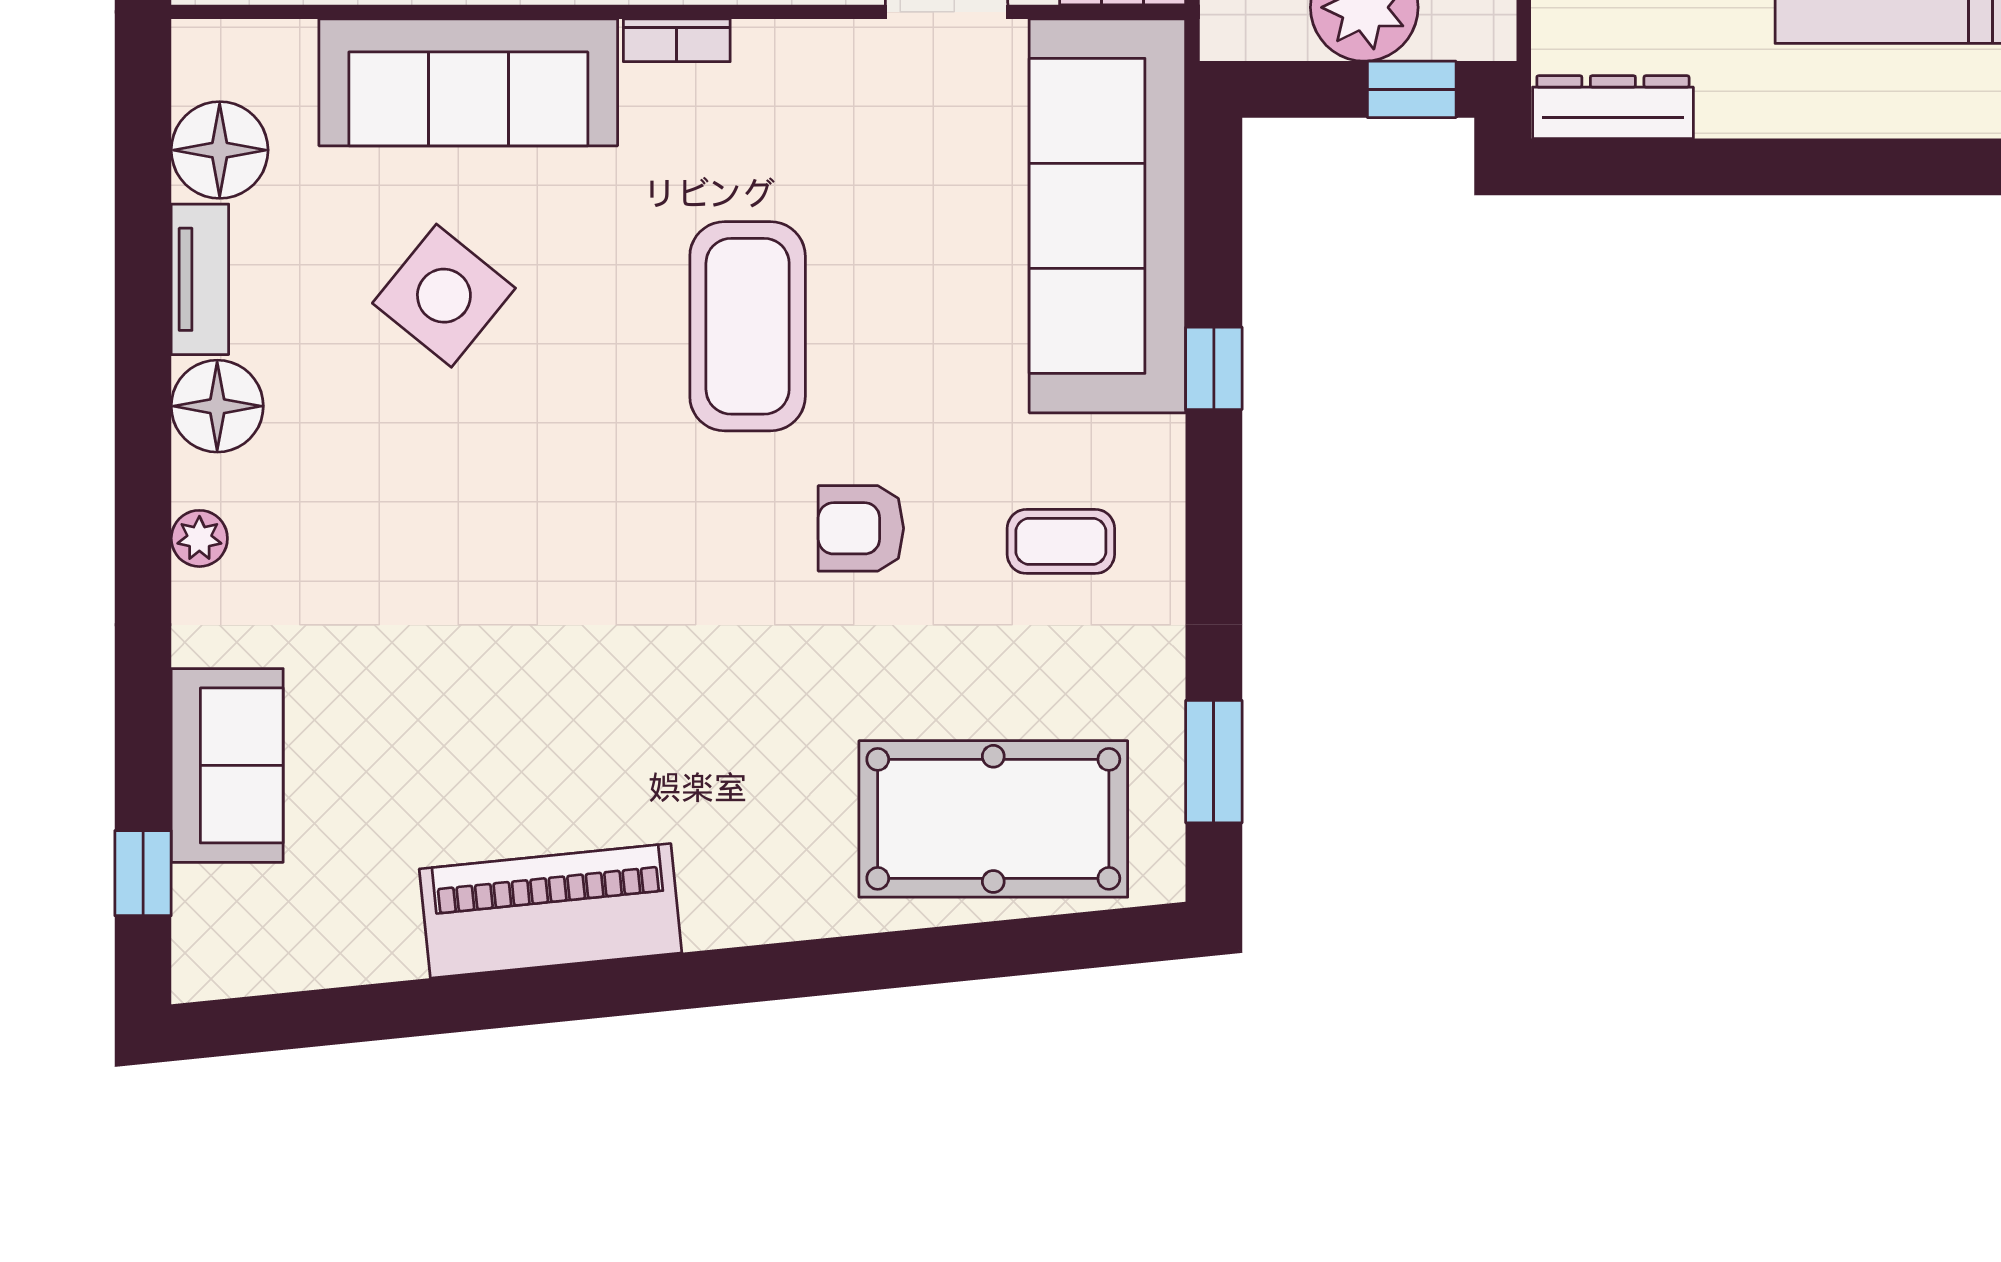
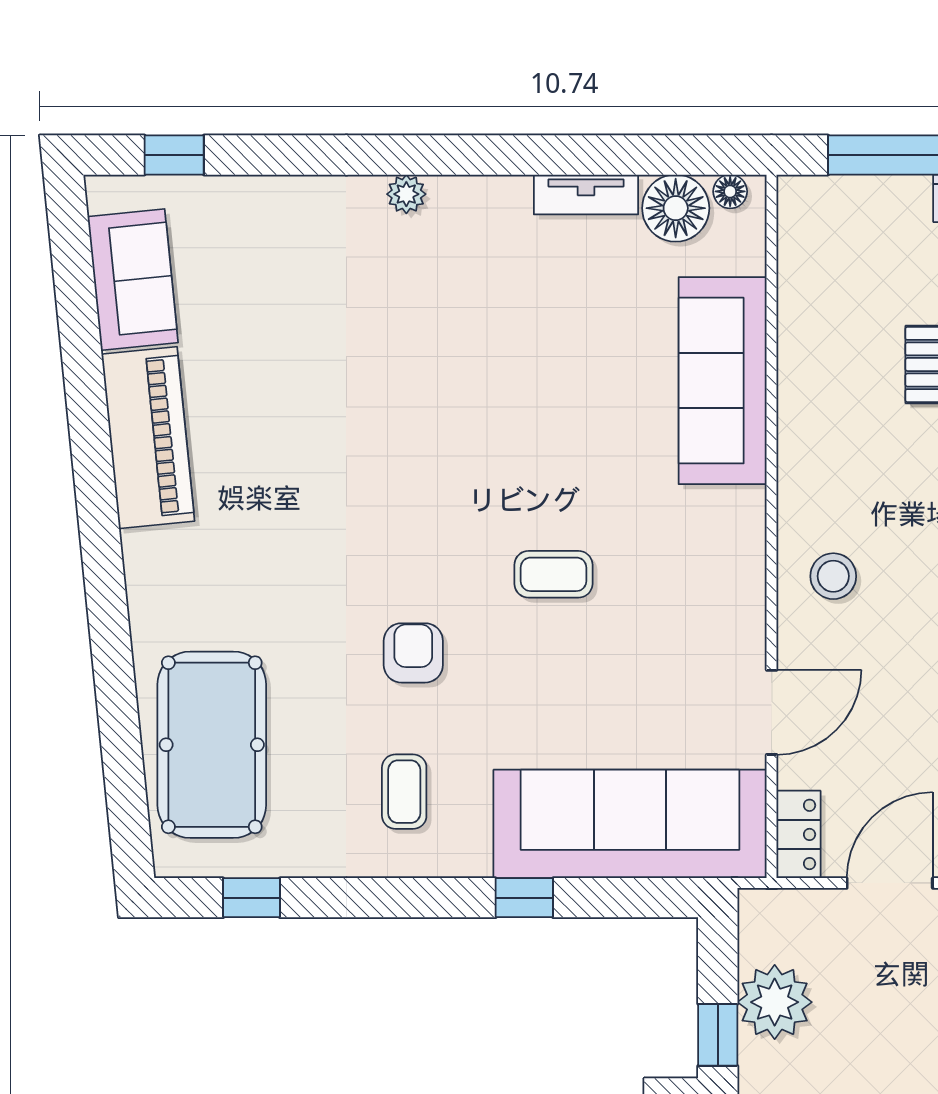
bookcase: (677, 40) -> (752, 525), removed
side table: (444, 296) -> (575, 364), removed
coffee table: (748, 326) -> (553, 574), width x0.54, depth x0.58
floor lamp: (217, 406) -> (730, 191), moved, width x0.53, depth x0.53
window: (1214, 762) -> (251, 898), width x0.67
sofa: (227, 765) -> (133, 280), moved, turned -96

